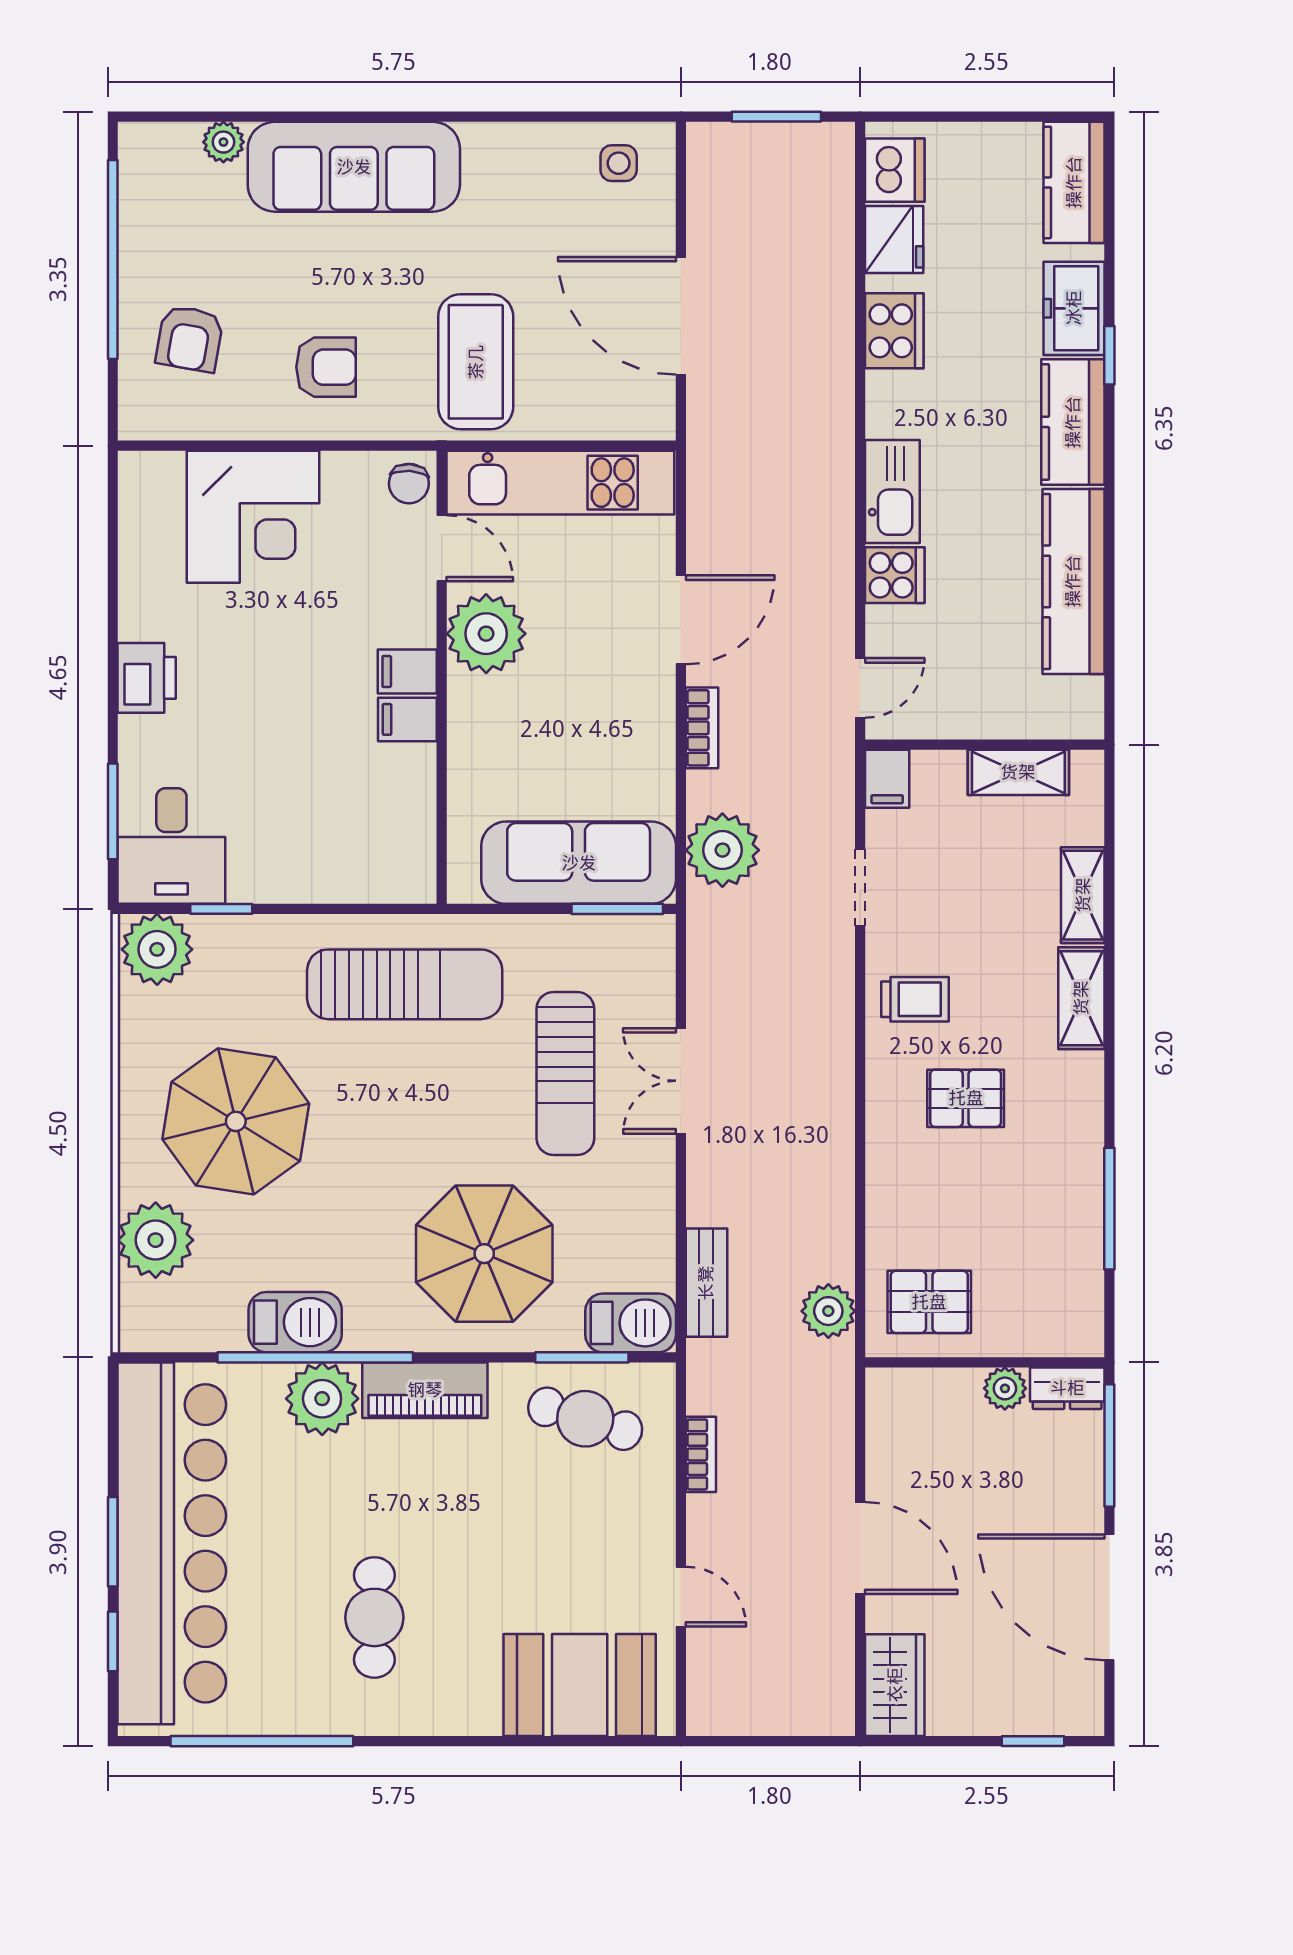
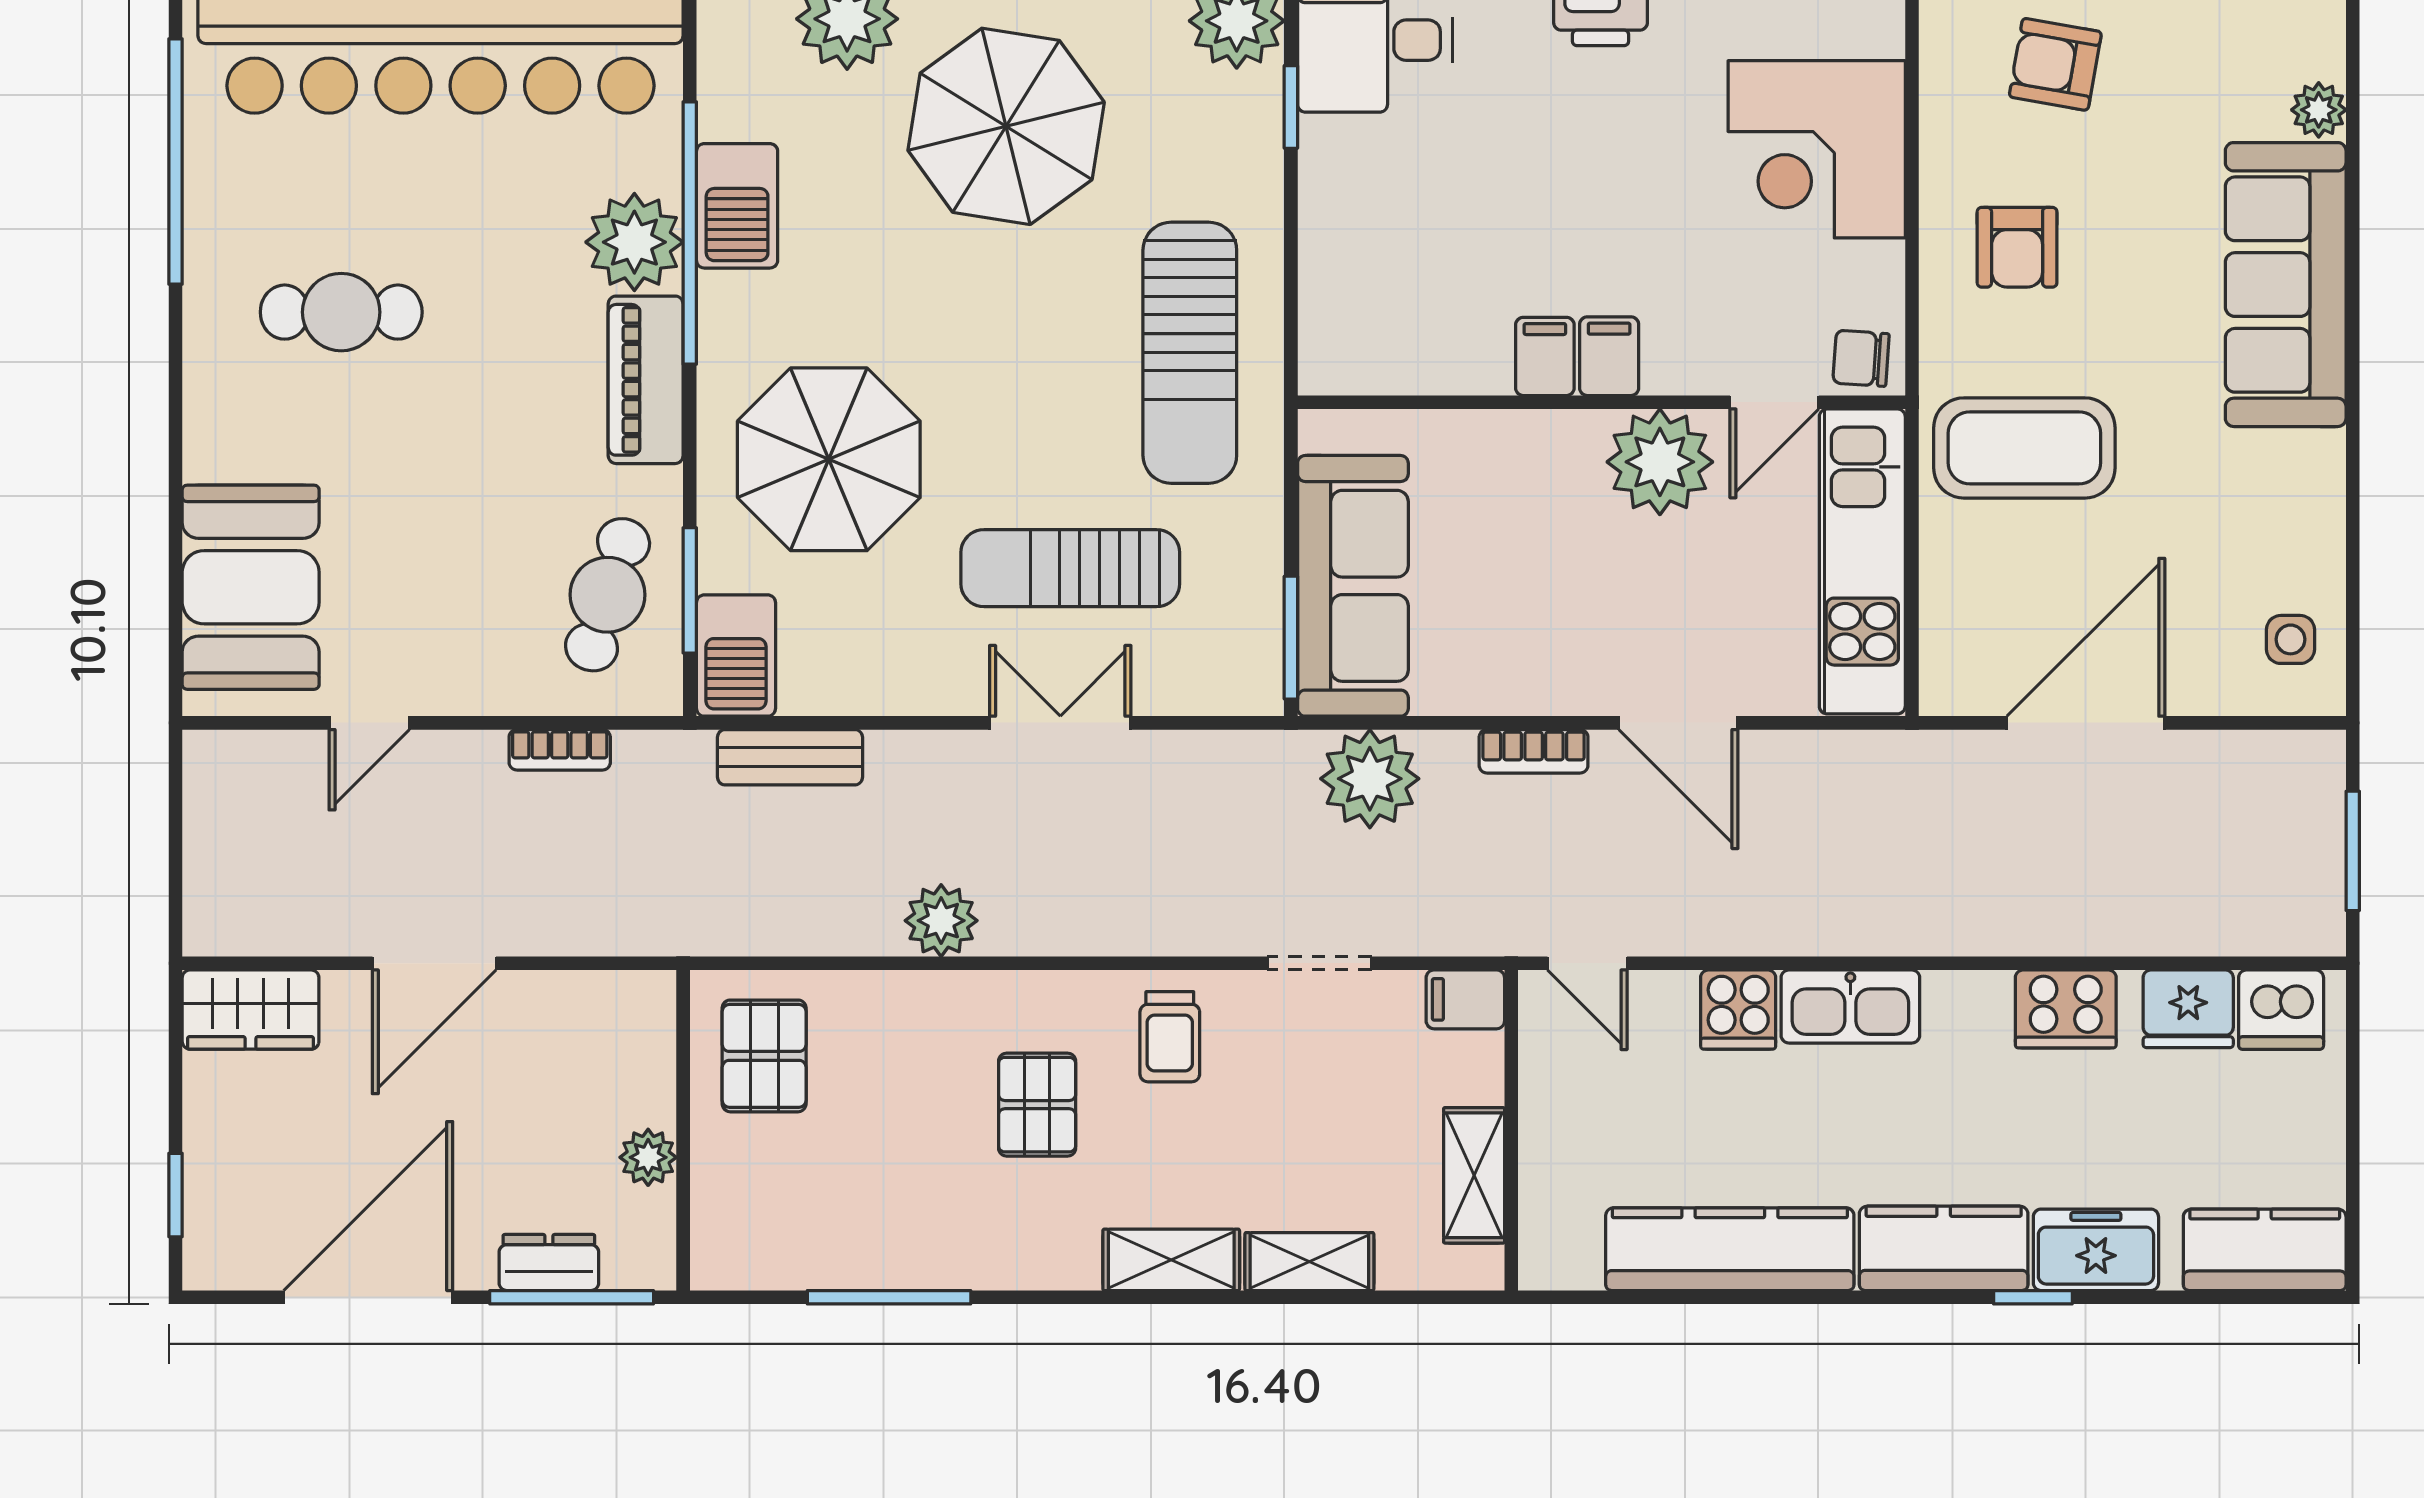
plant: (828, 1311) -> (941, 921), moved
dresser: (1067, 1388) -> (549, 1263), moved, turned 90

